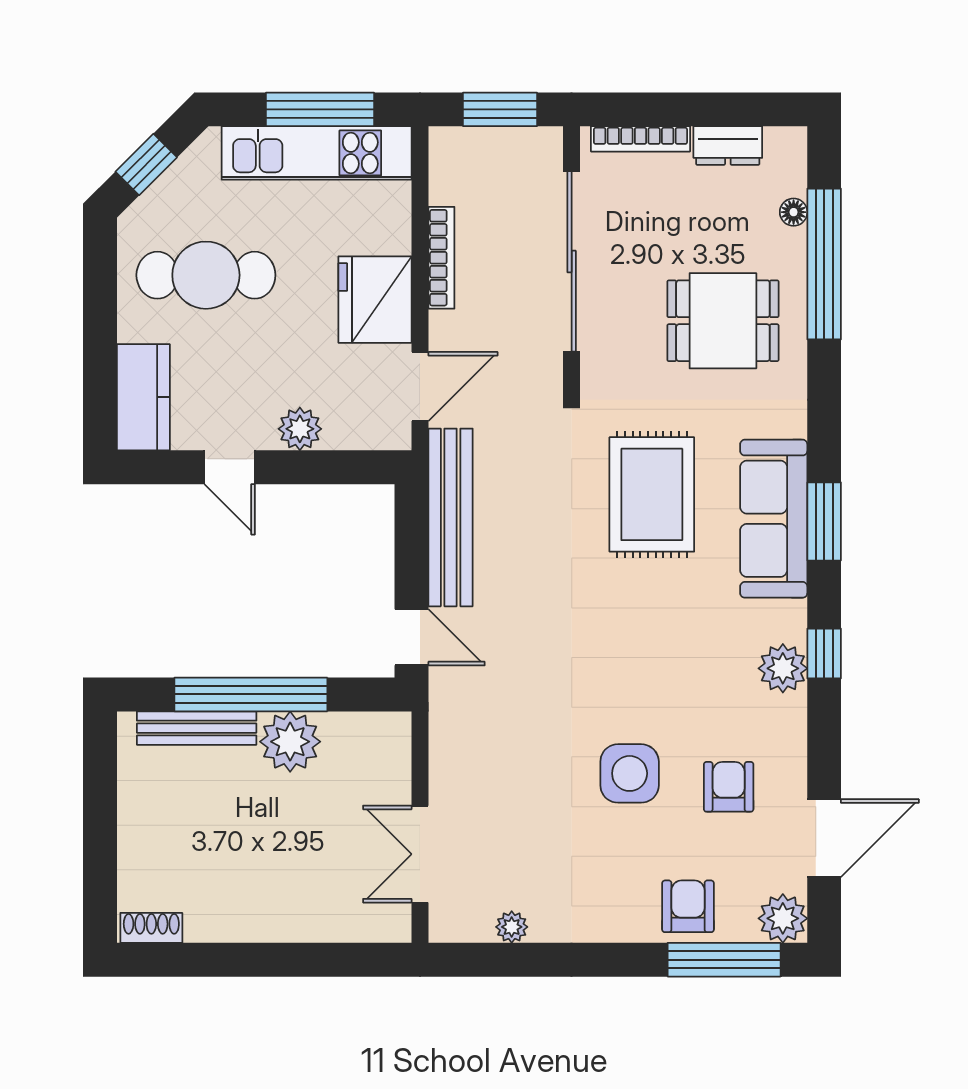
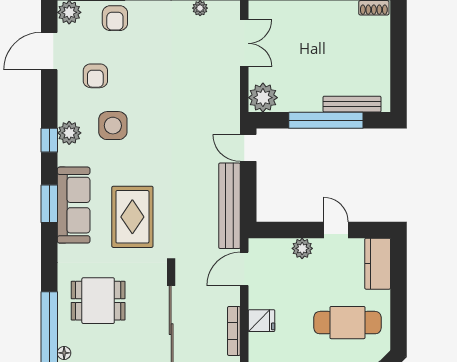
fridge: (375, 300) -> (262, 321), width x0.53, depth x0.75
plant: (290, 742) -> (263, 98), moved
side table: (630, 773) -> (113, 126), moved

